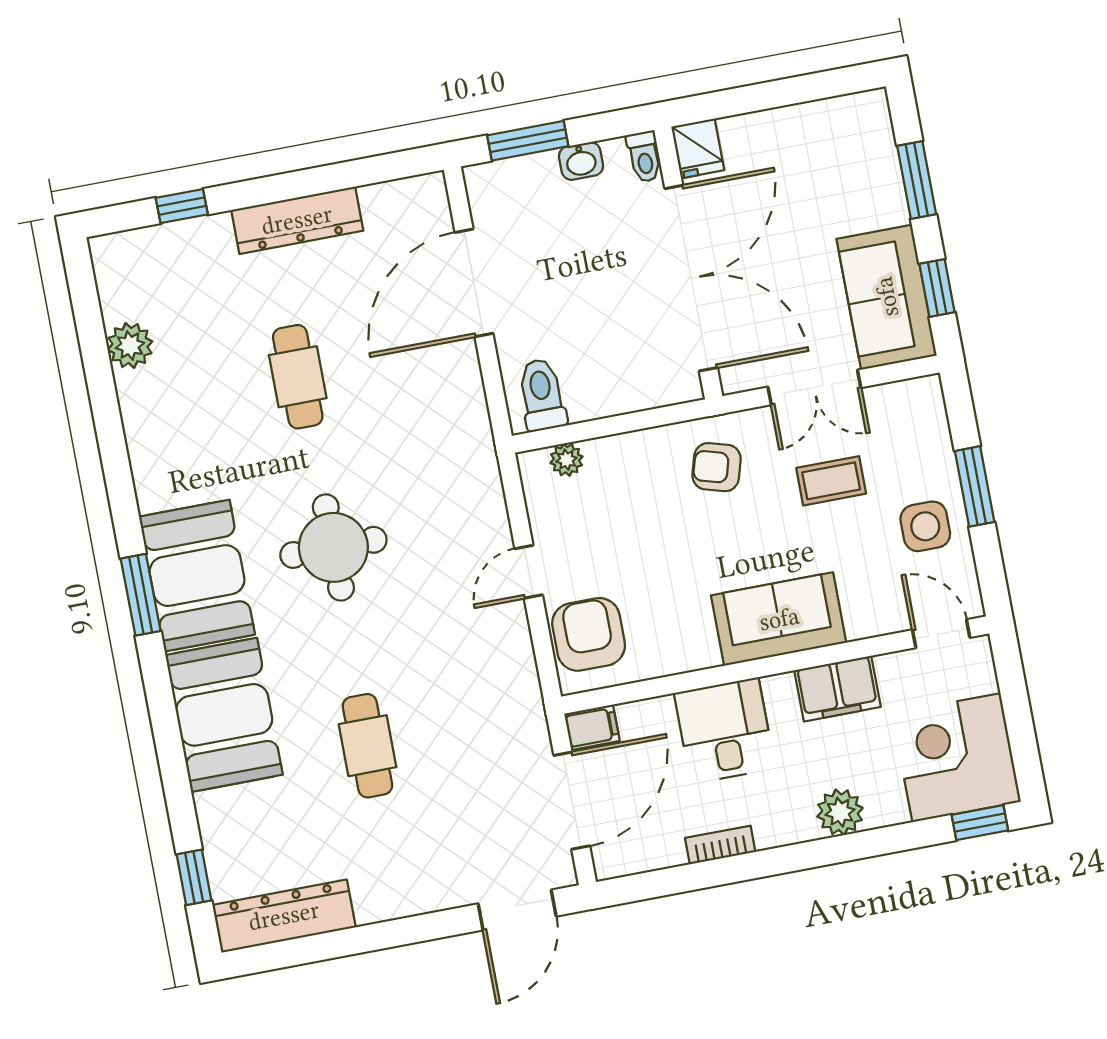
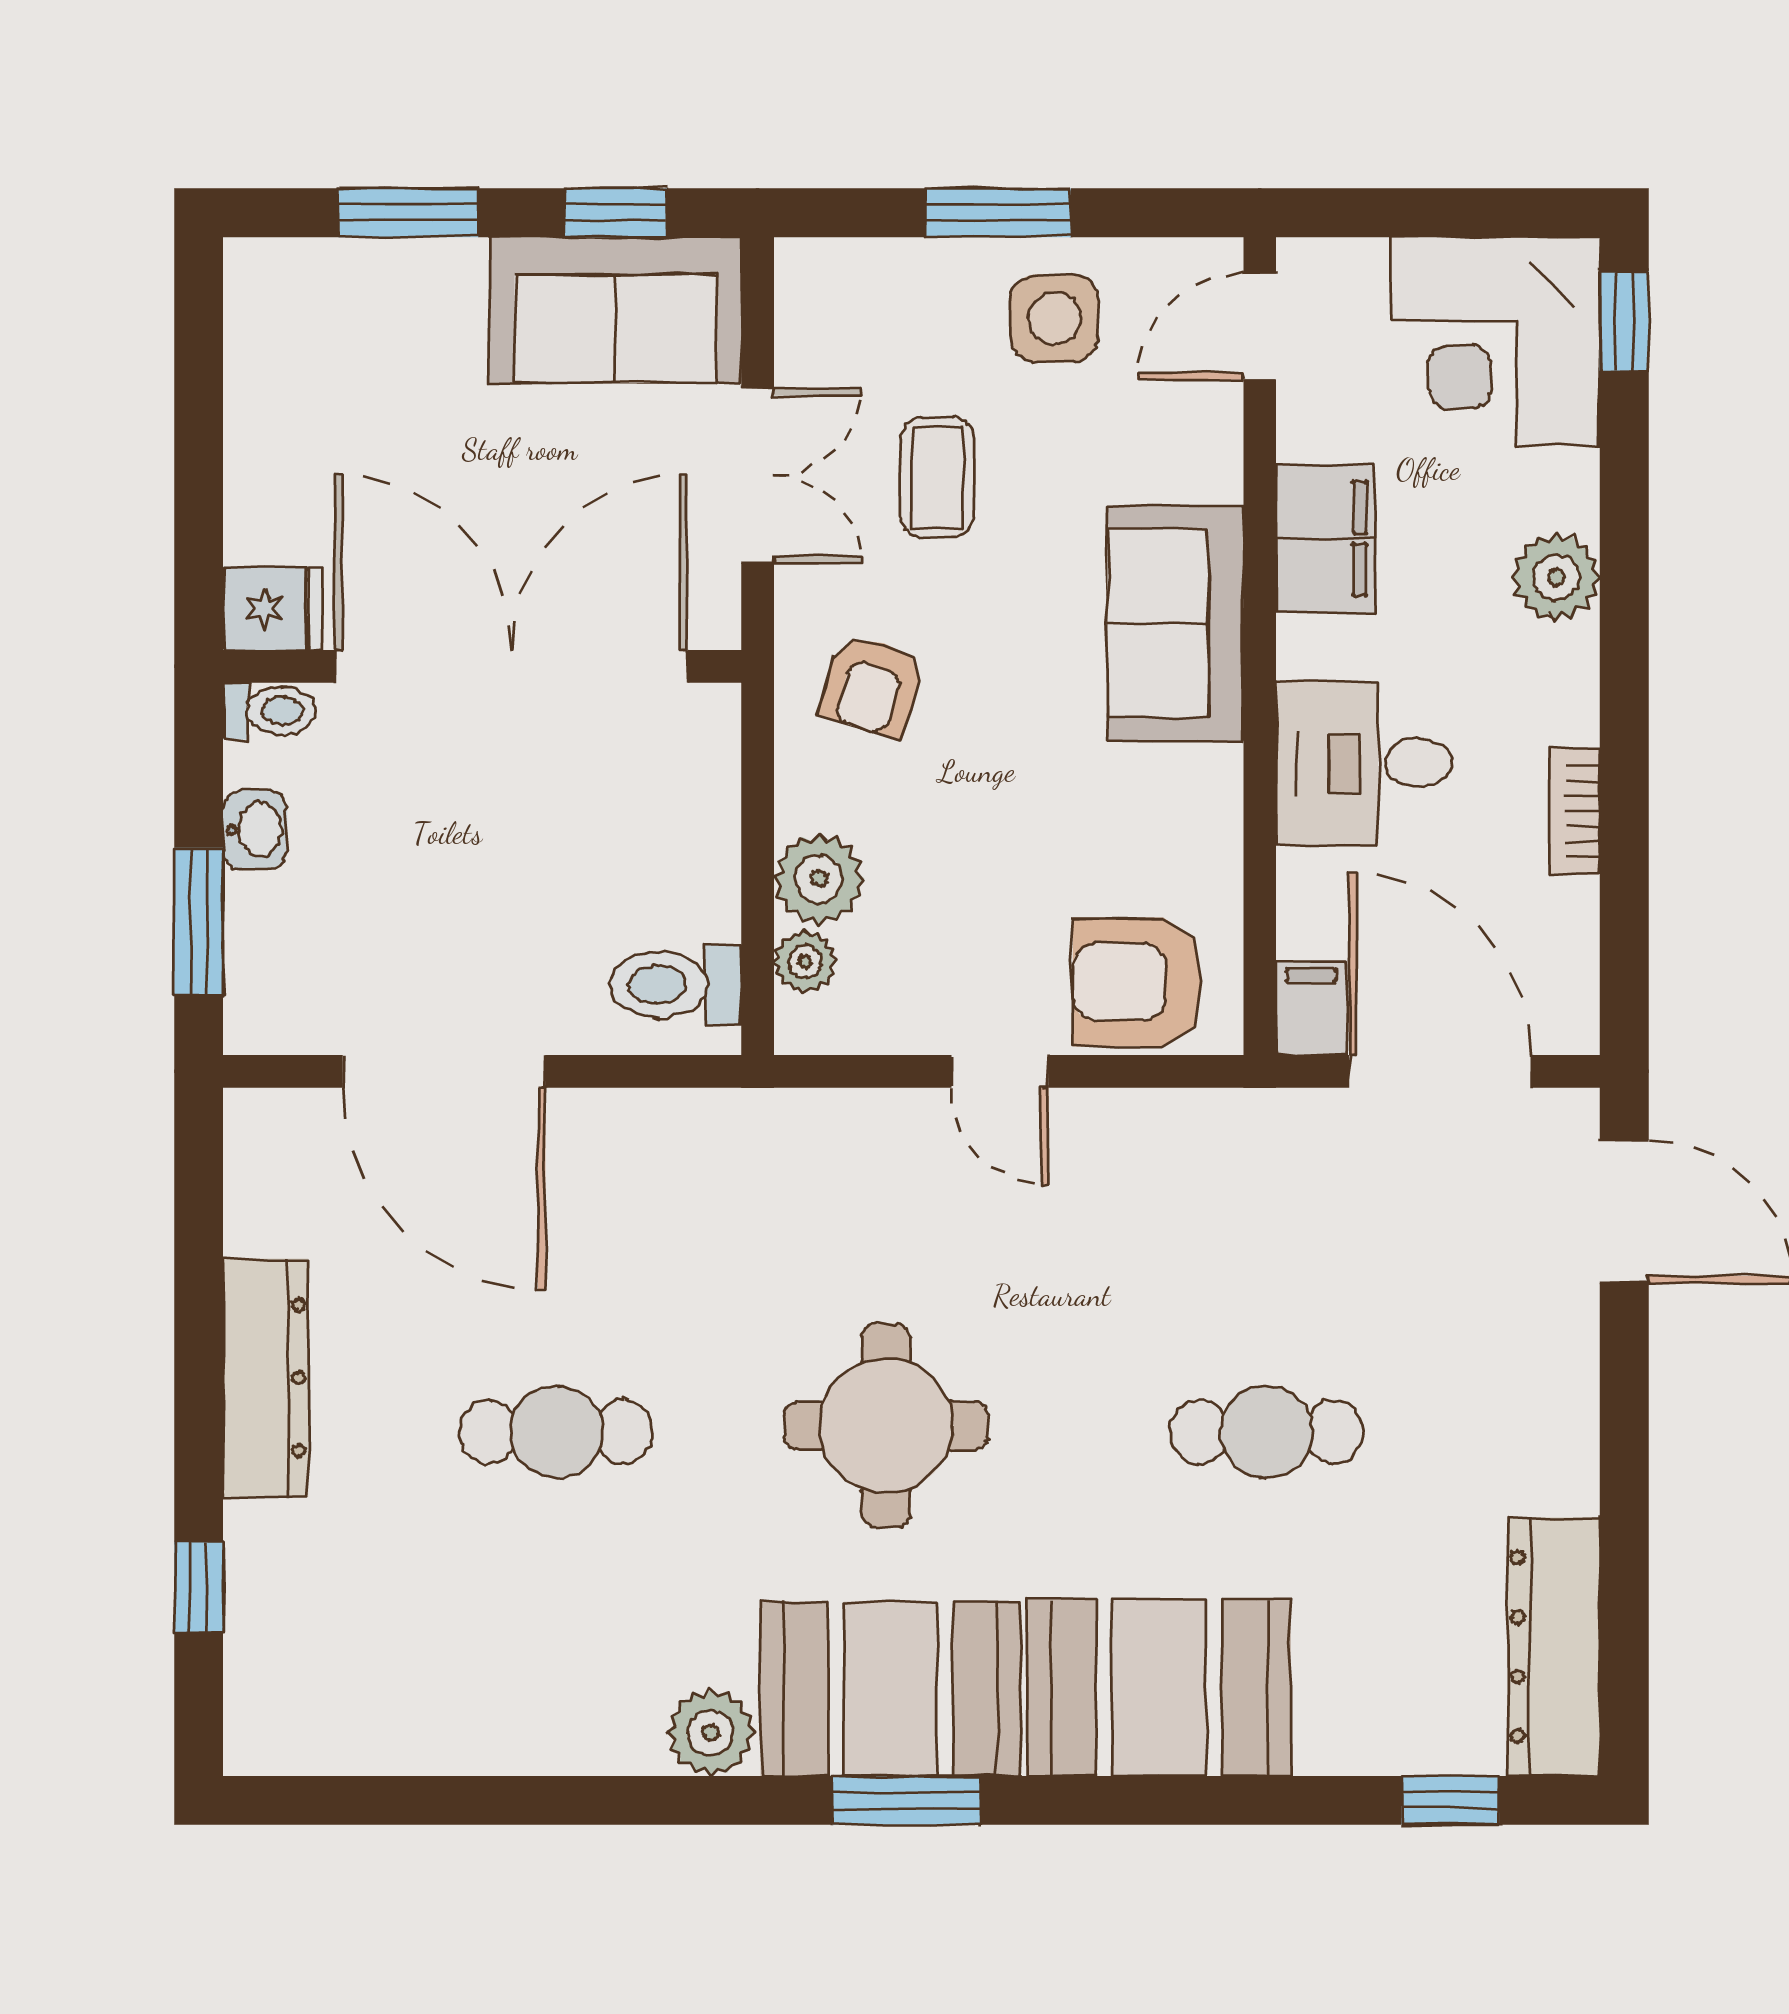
plant: (130, 346) -> (711, 1733), moved
plant: (611, 459) -> (819, 879), added

